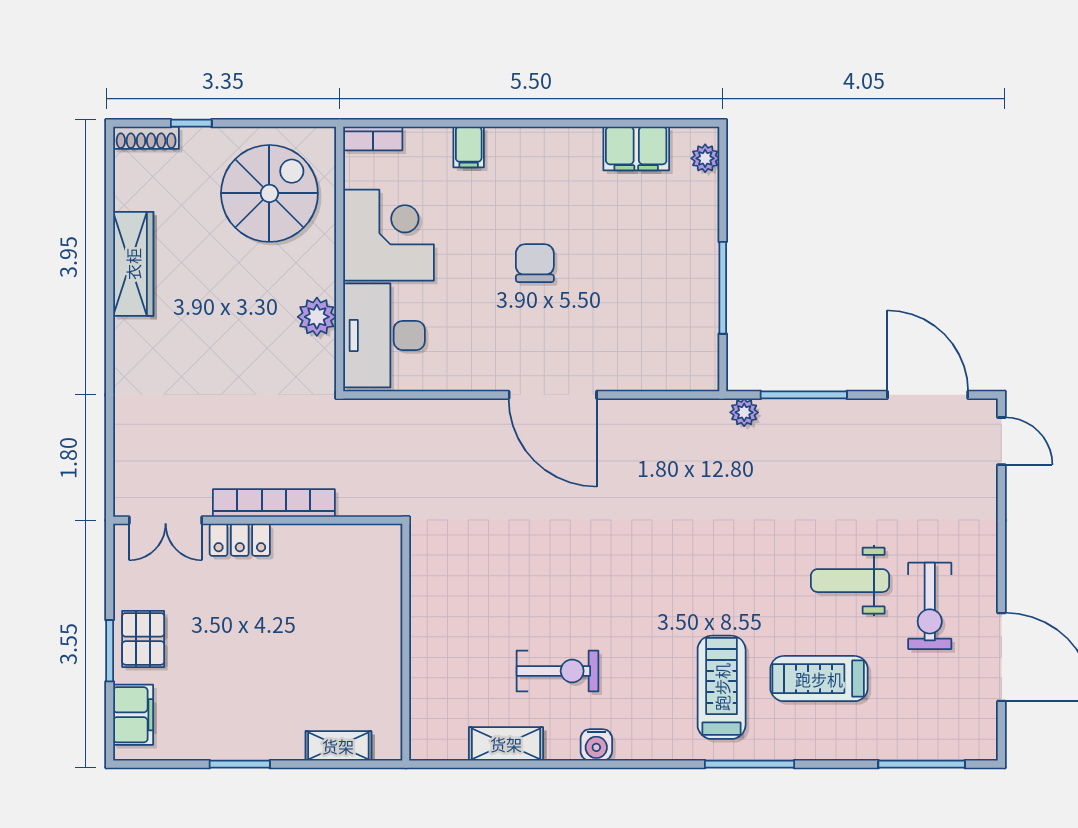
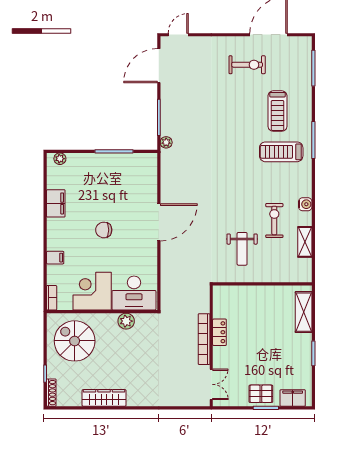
filing cabinet: (636, 149) -> (56, 203), moved
locker: (240, 540) -> (219, 332), moved
weight bench: (850, 581) -> (242, 249), moved
shelving: (338, 746) -> (304, 312), width x1.50, depth x1.33

